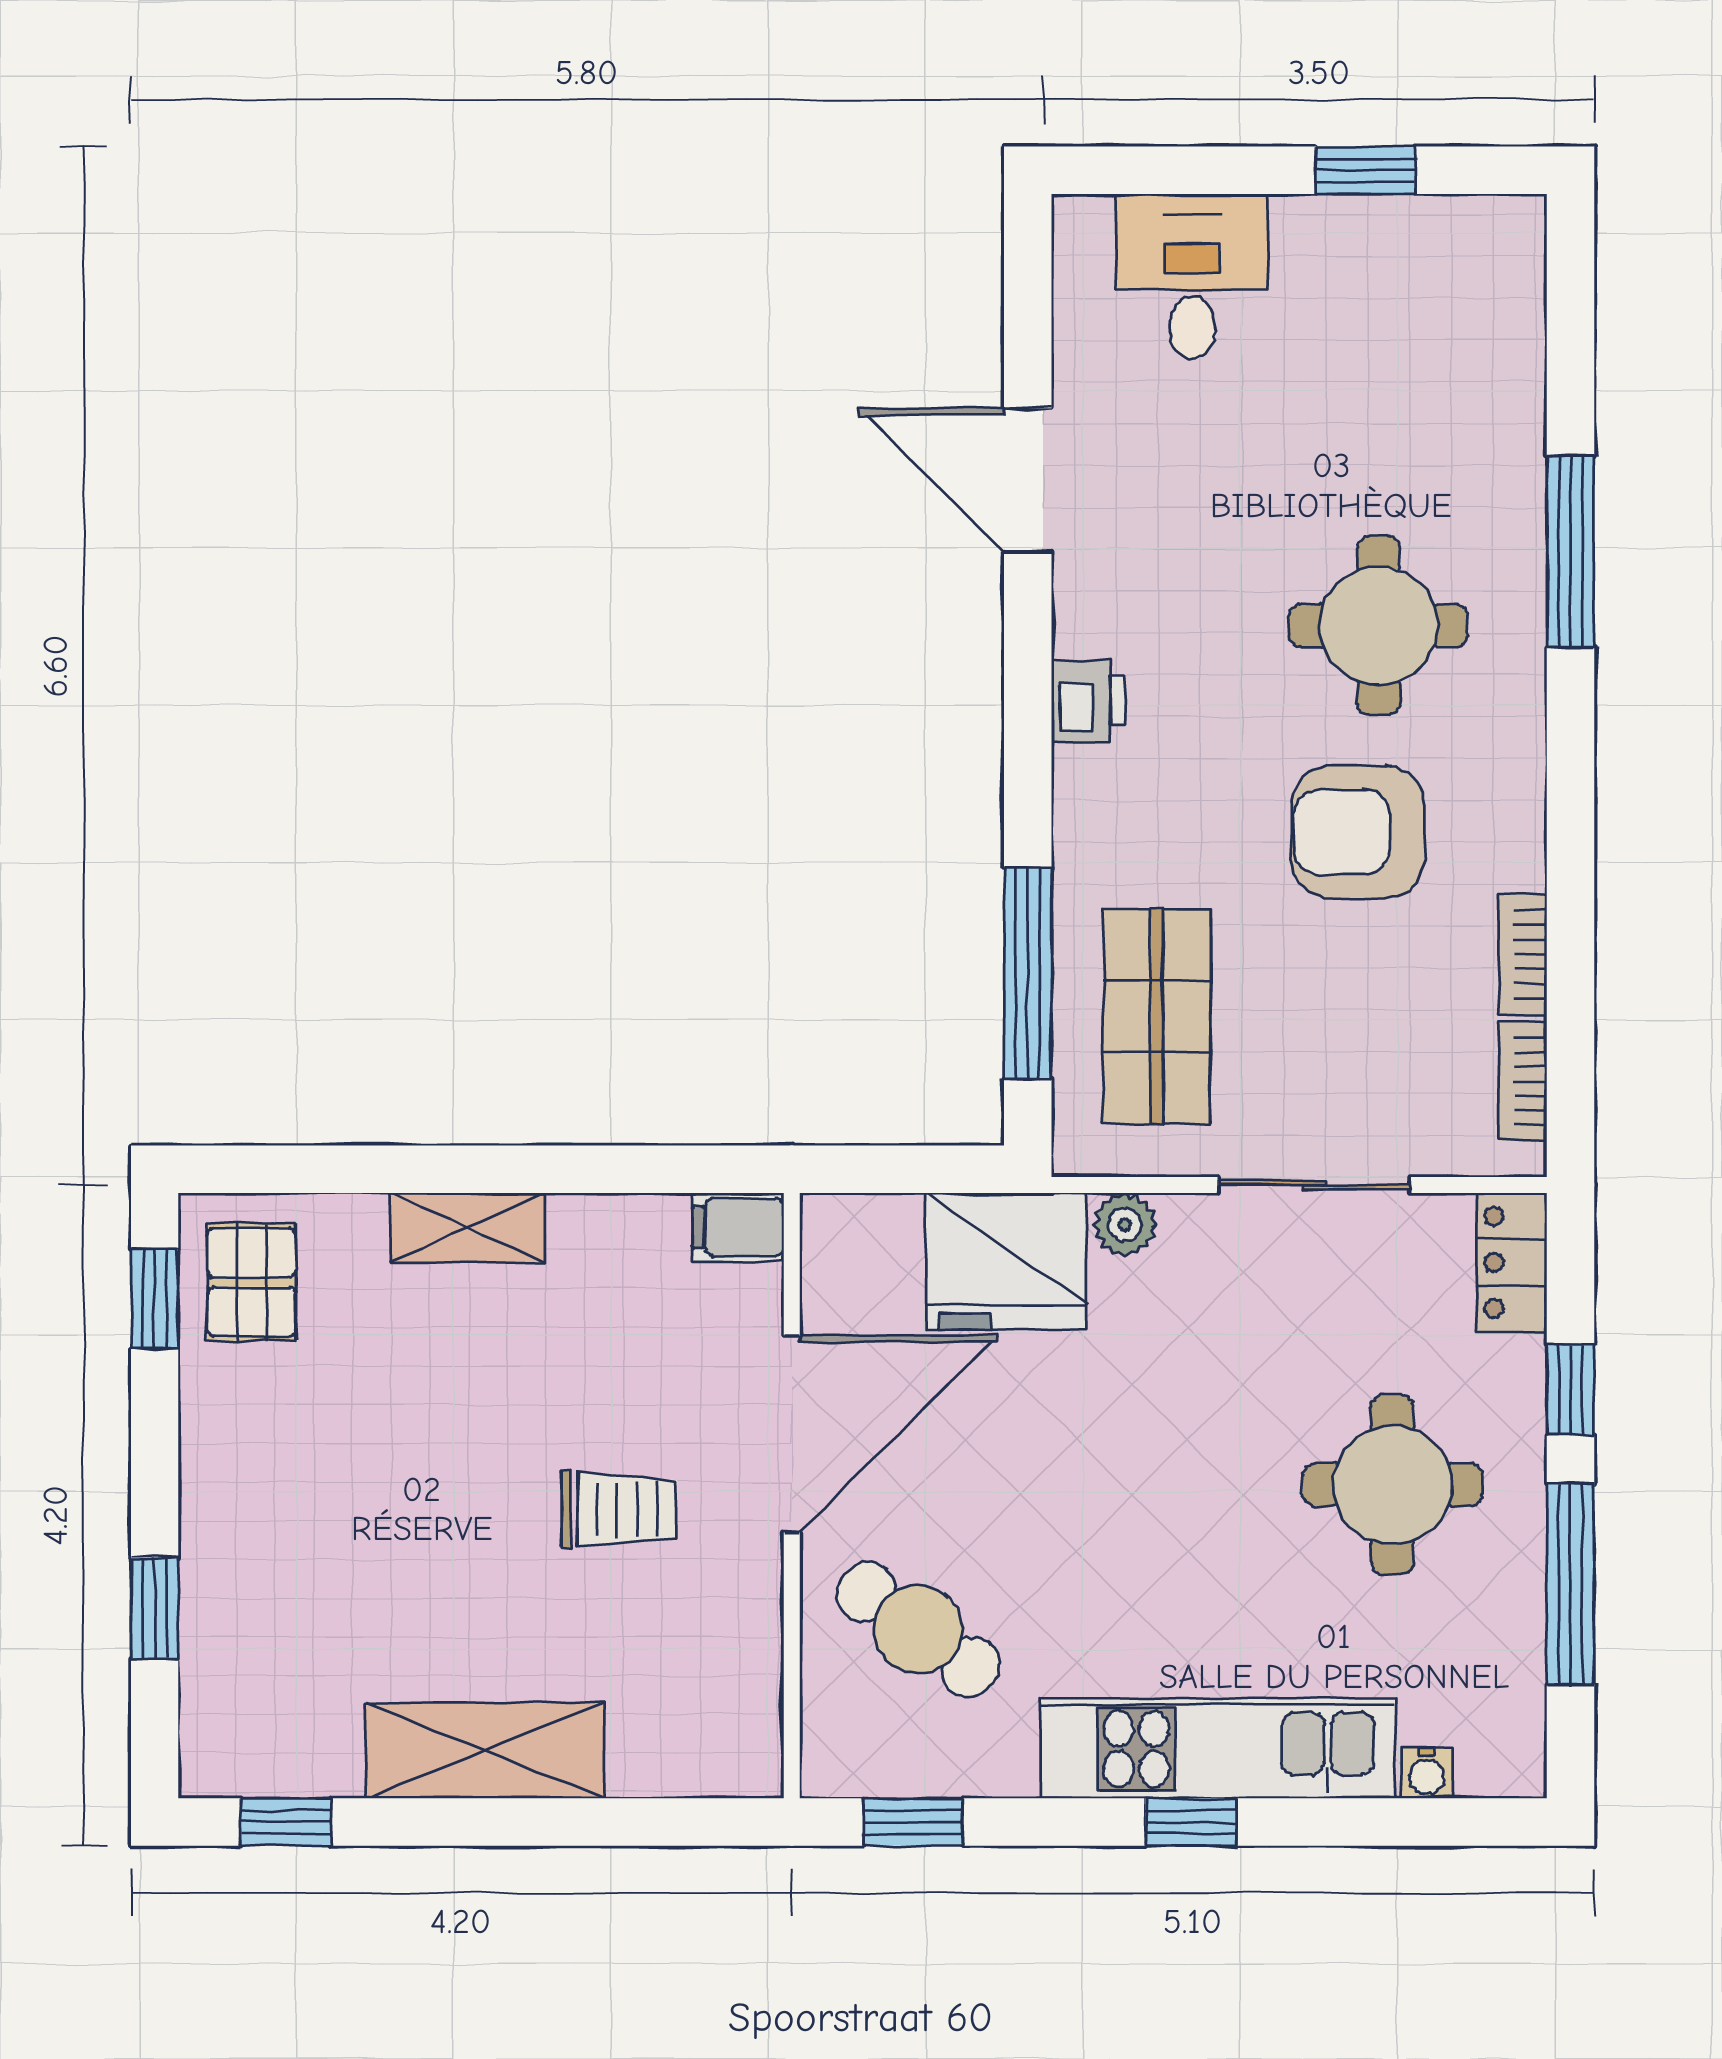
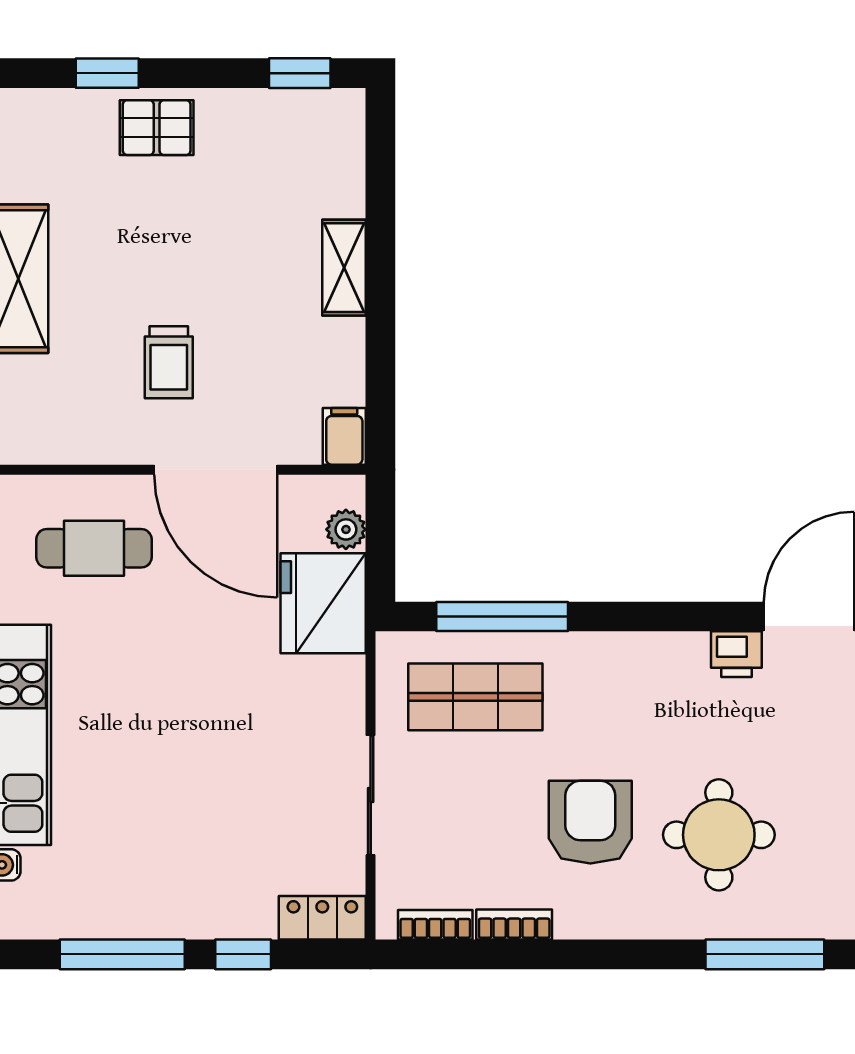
printer: (1088, 700) -> (736, 654), moved
plant: (1125, 1225) -> (346, 529), moved
pallet: (252, 1282) -> (157, 128), moved
round table: (1392, 1485) -> (184, 844), removed
cafe table: (918, 1629) -> (94, 548), turned 54

